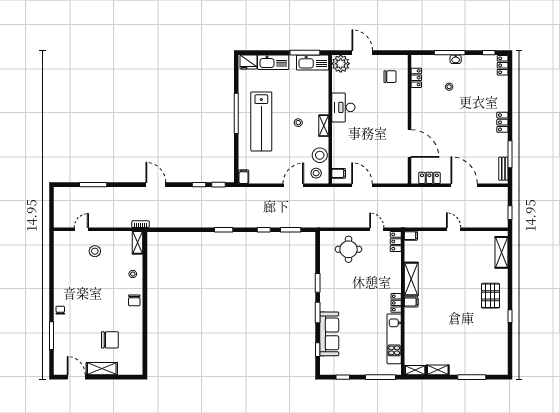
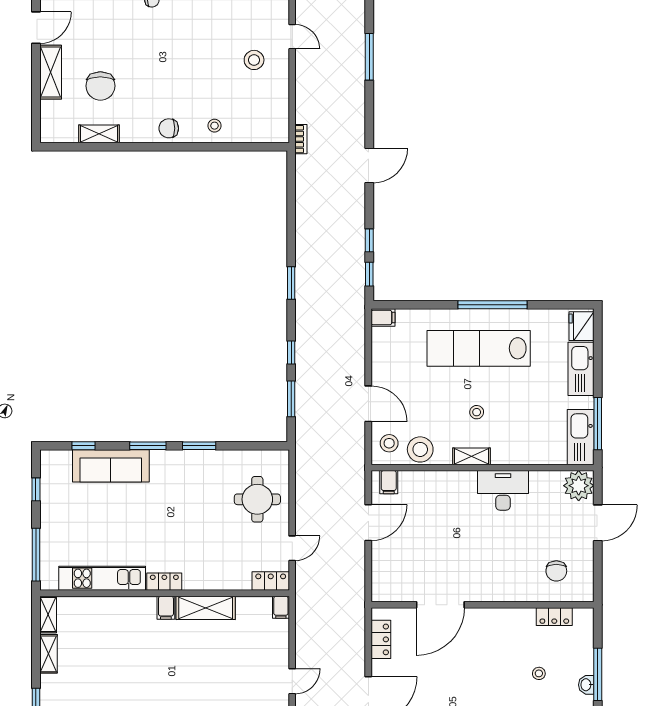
shelving: (138, 242) -> (99, 134), moved

